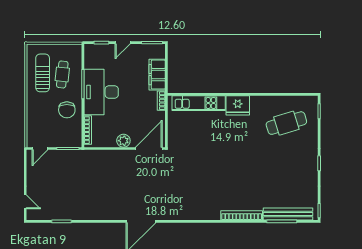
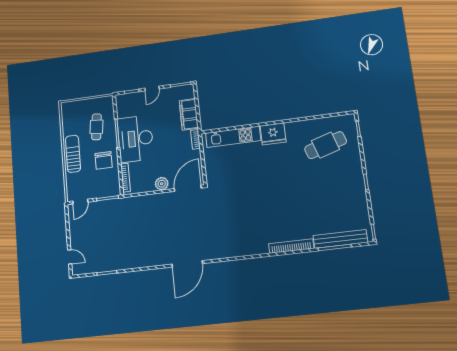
sun lounger: (43, 73) -> (73, 154), moved

